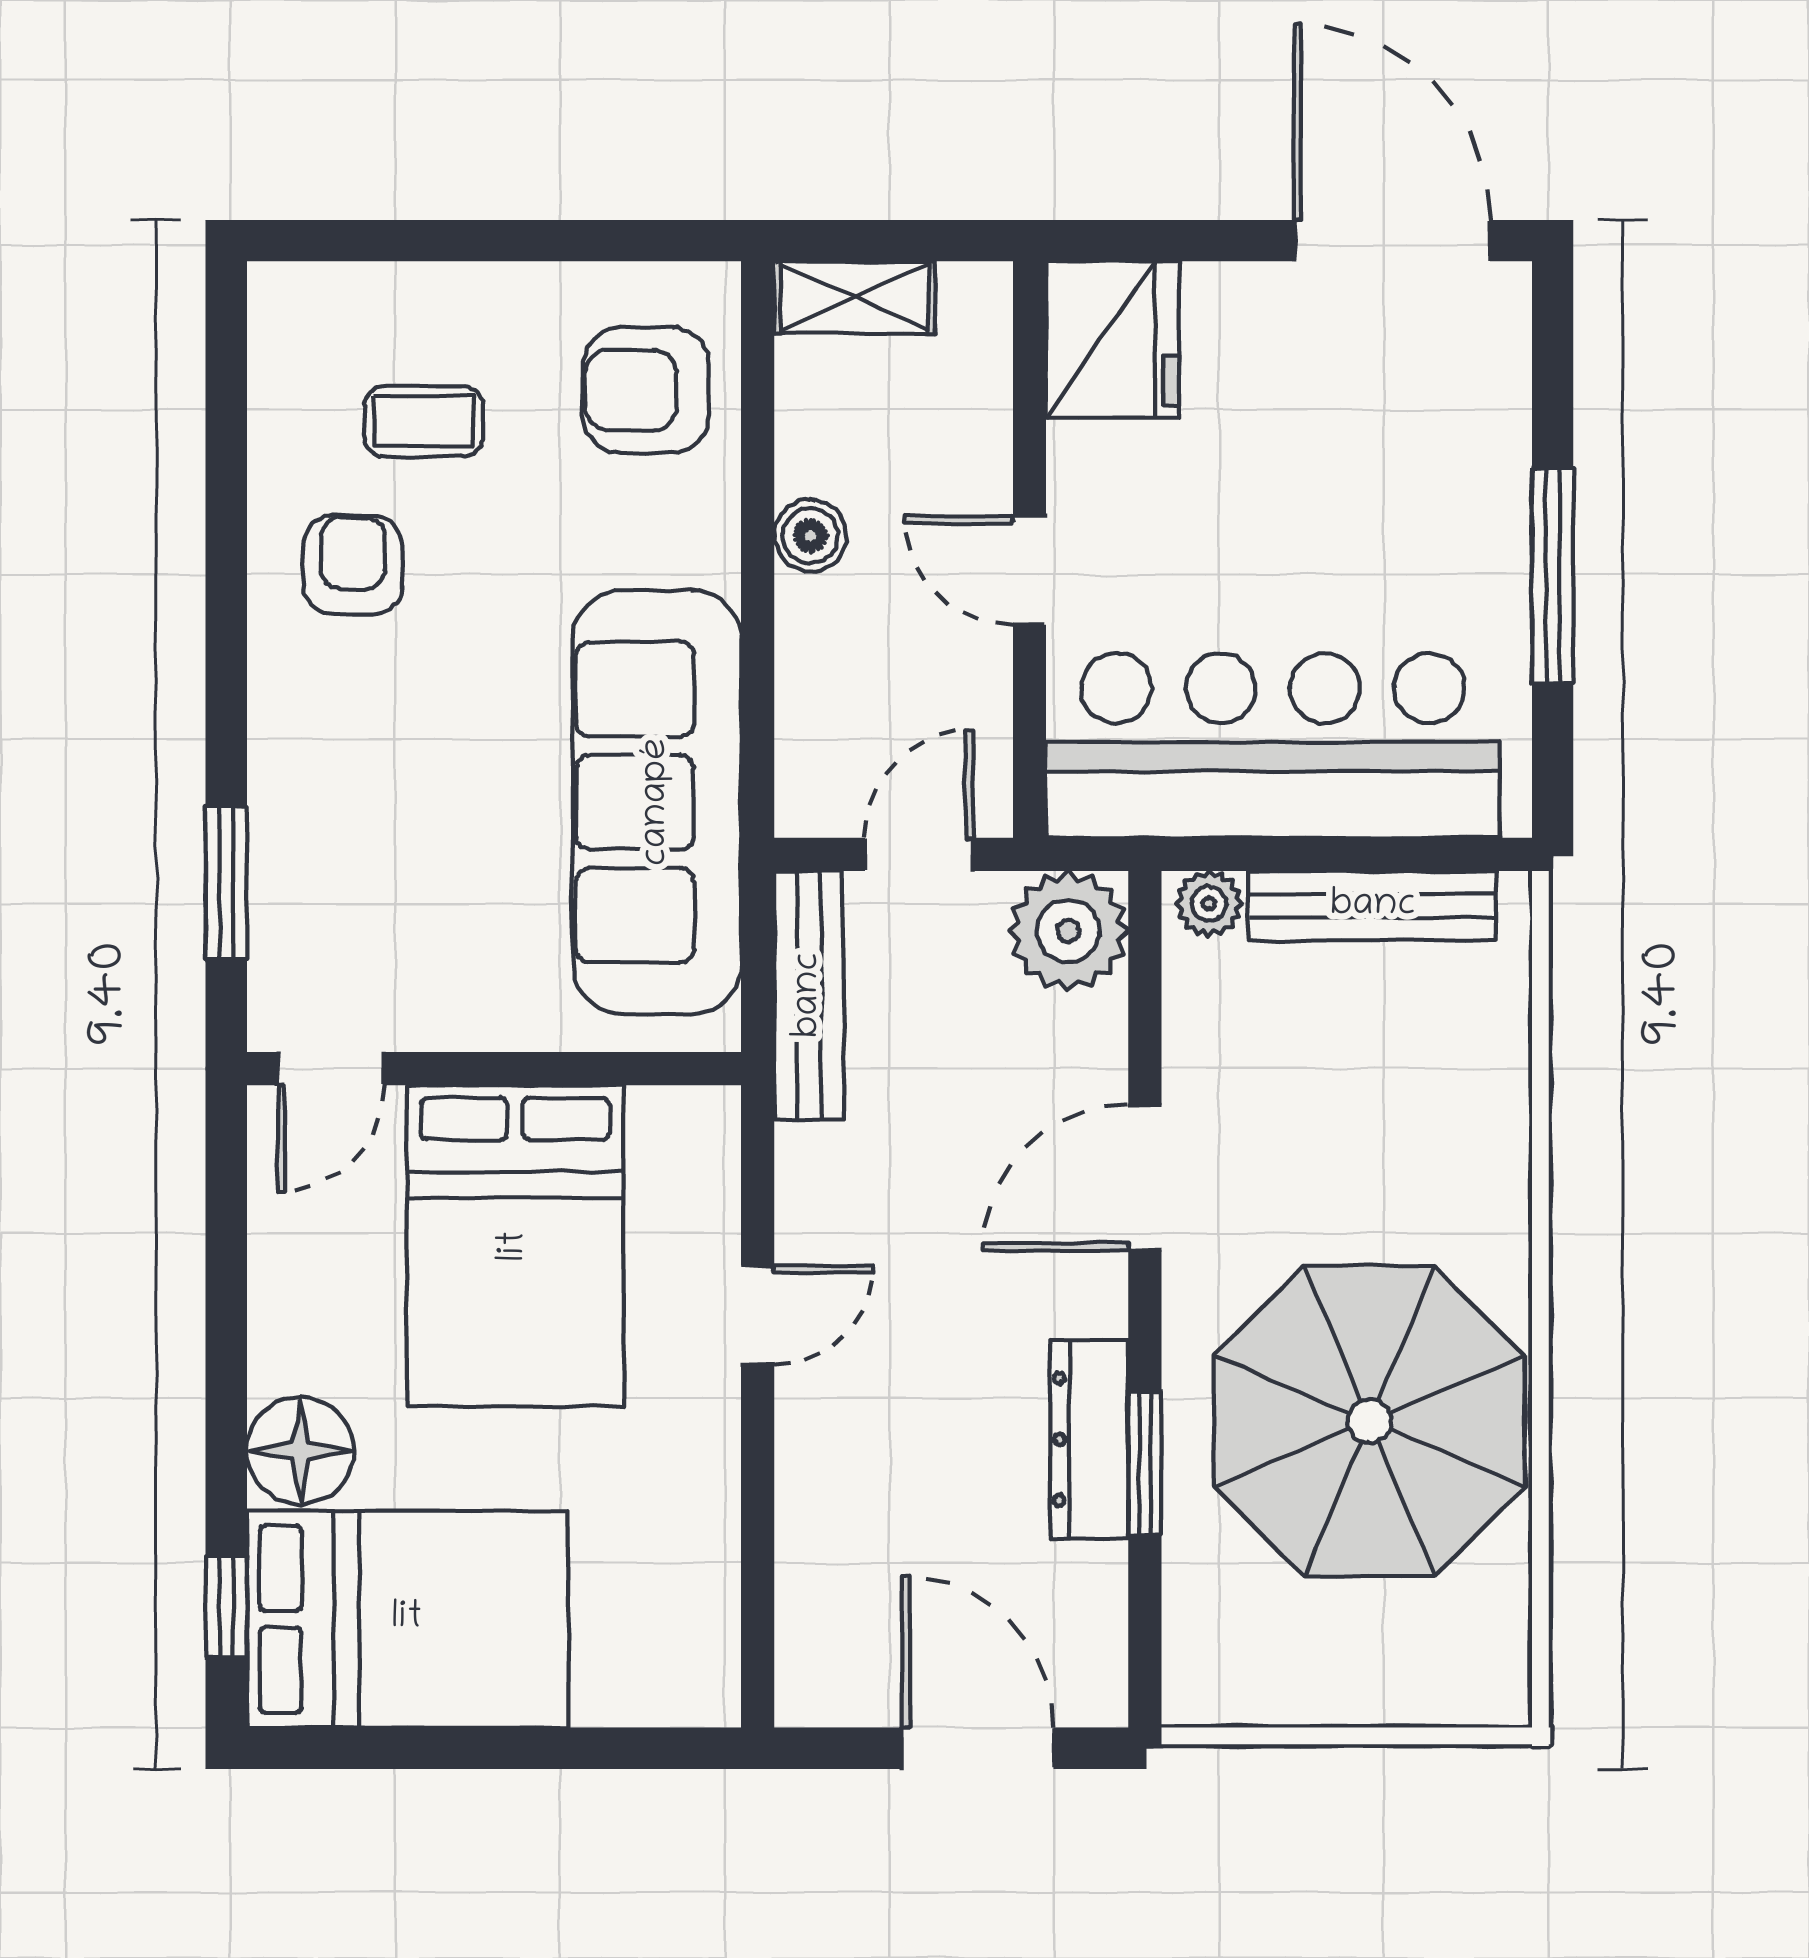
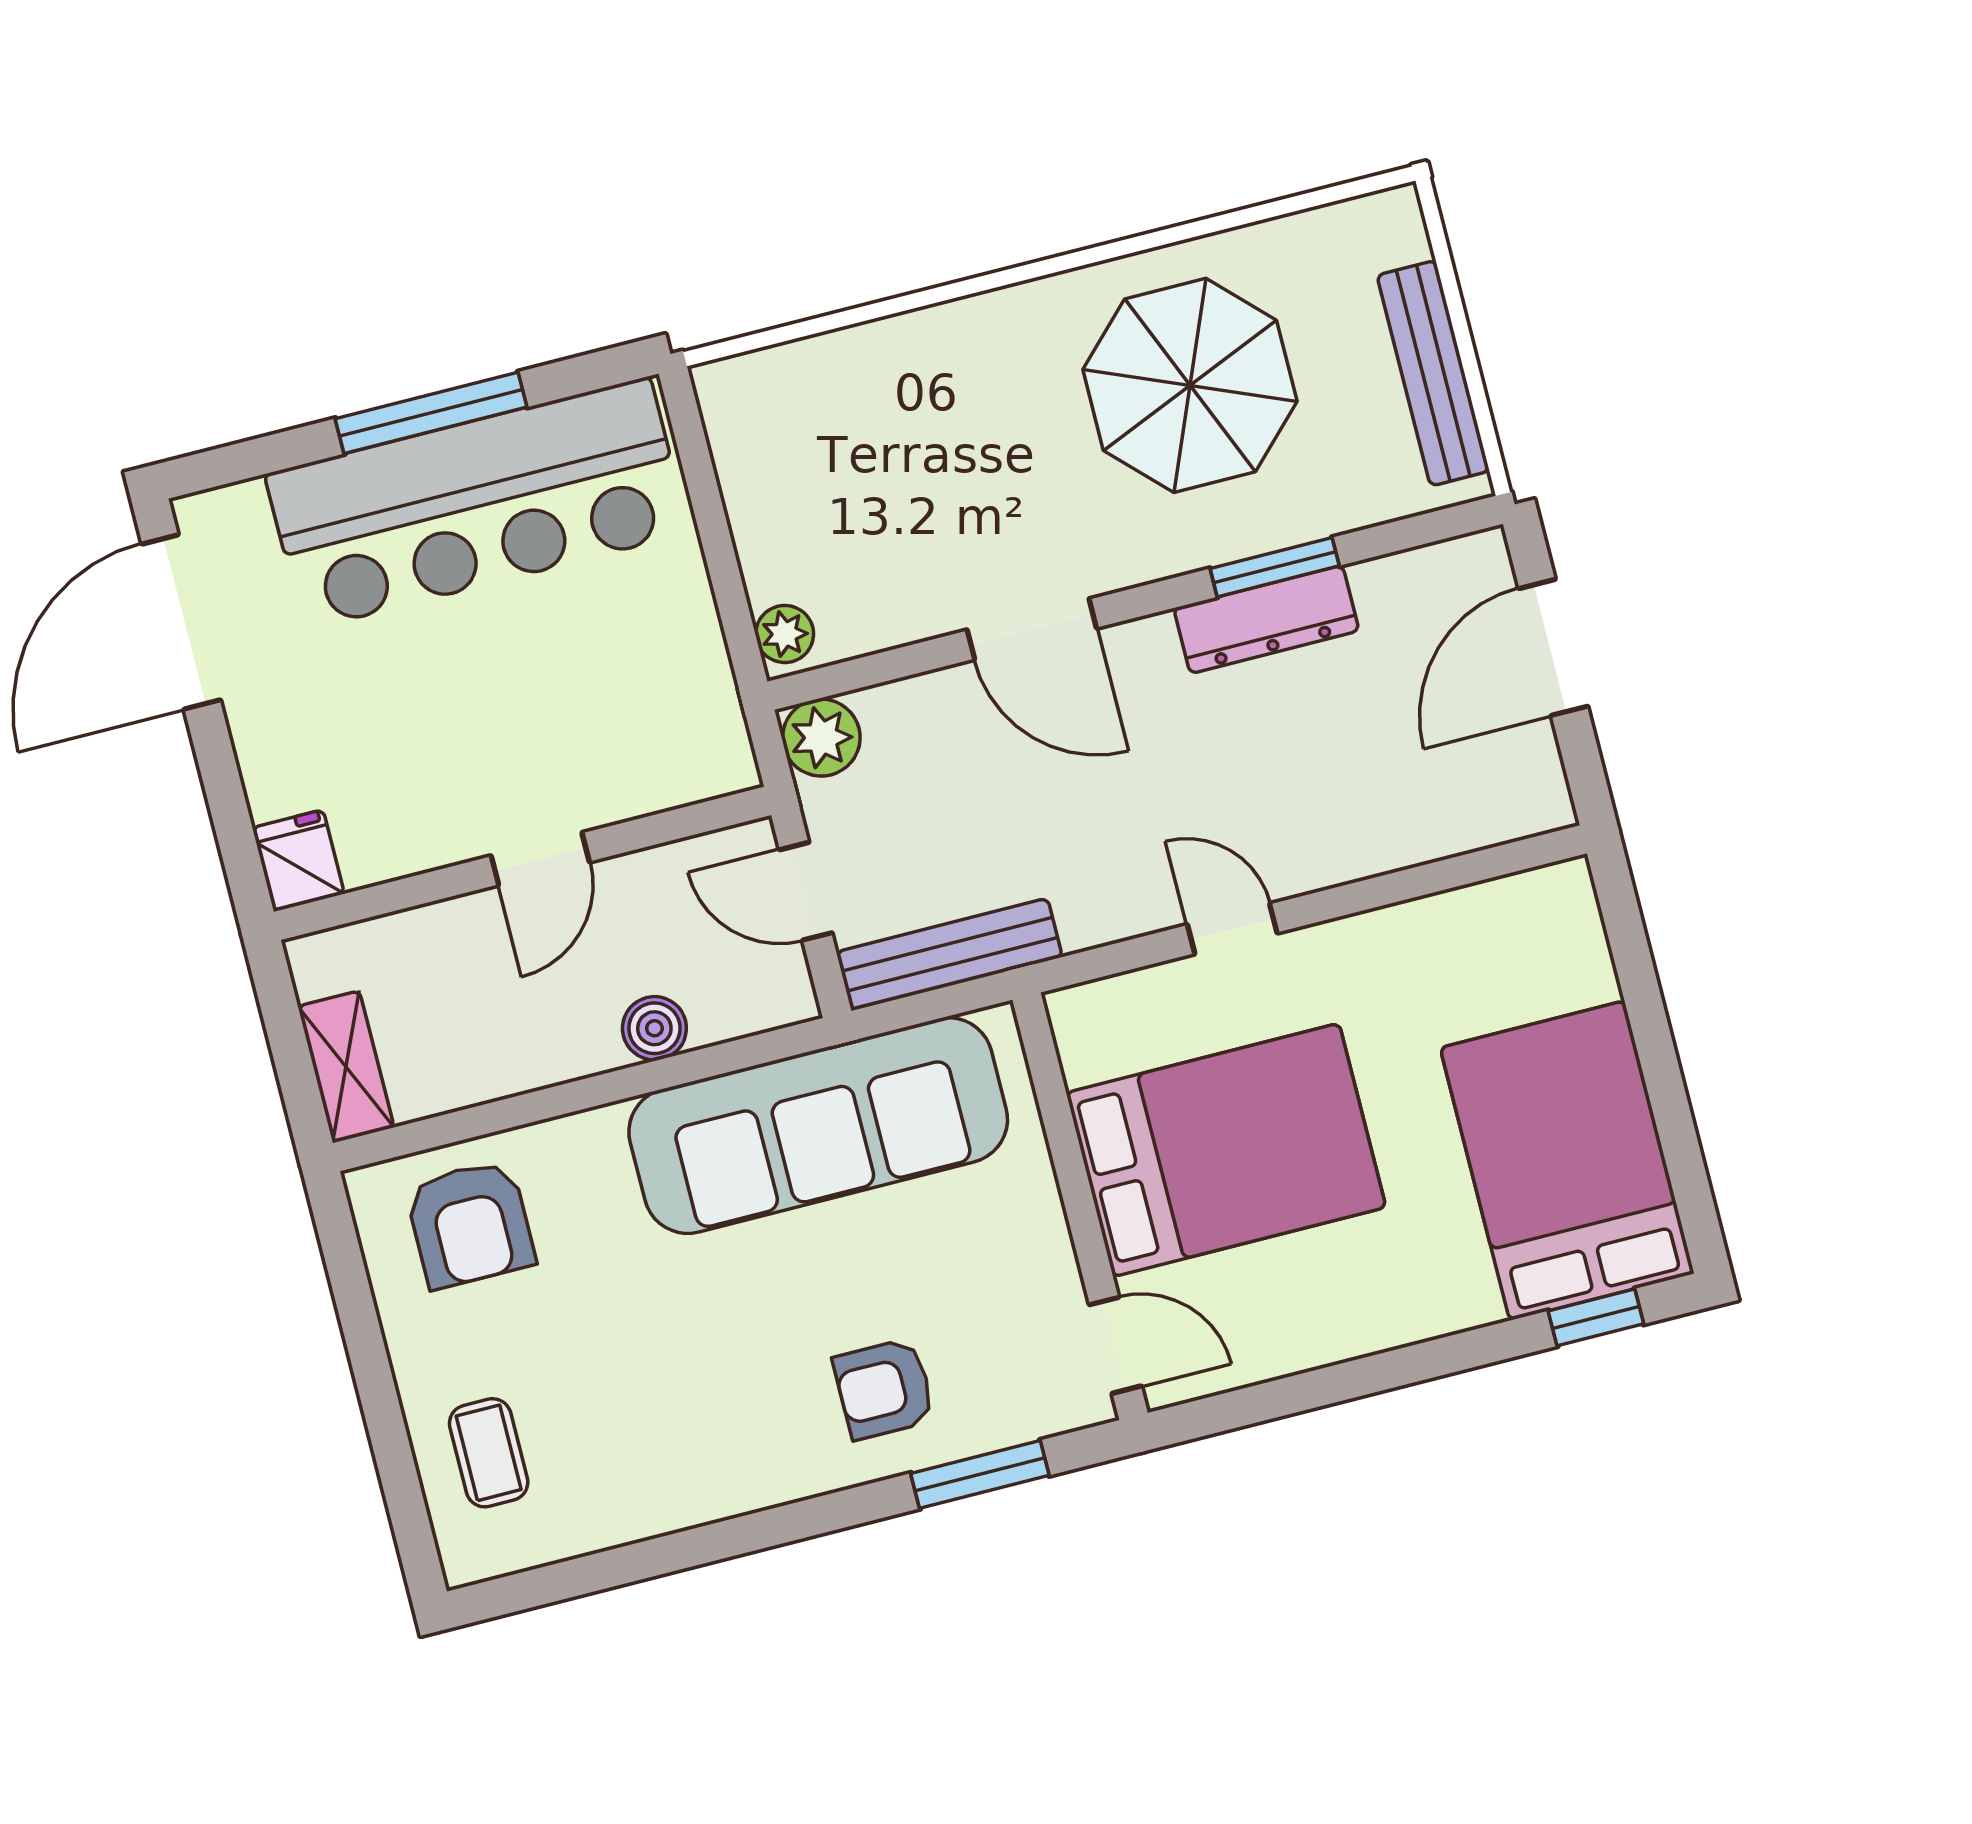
fridge: (1112, 340) -> (298, 861), width x0.53, depth x0.75
coffee table: (424, 421) -> (489, 1453), moved
boiler: (810, 536) -> (654, 1028), moved
armchair: (353, 565) -> (884, 1389), moved
bar counter: (1273, 746) -> (477, 503), moved, turned -90
bench: (1373, 906) -> (1433, 373), moved
plant: (1068, 931) -> (821, 738), width x0.73, depth x0.73
parasol: (1369, 1421) -> (1190, 385), width x0.73, depth x0.73
floor lamp: (300, 1451) -> (1447, 1288), removed

